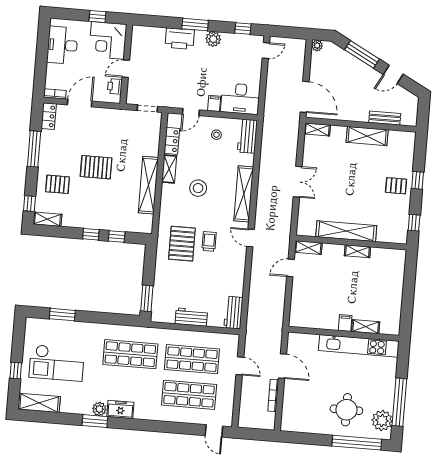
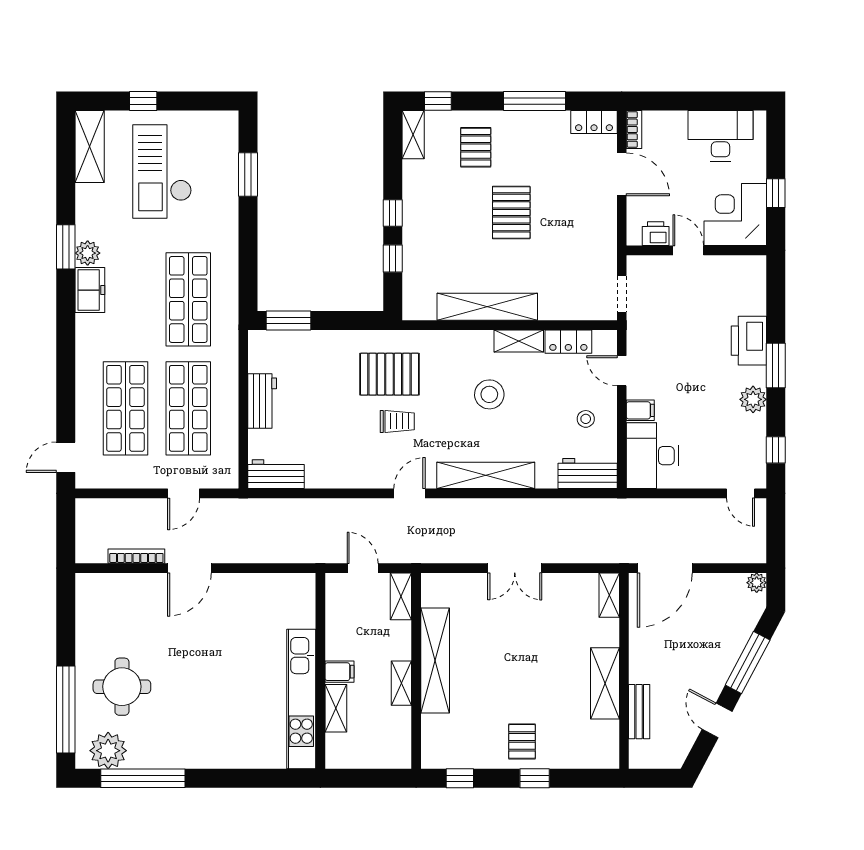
filing cabinet: (345, 323) -> (339, 672), moved
shelving: (366, 327) -> (336, 708), moved
wall: (344, 334) -> (320, 671), moved
kitchen unit: (359, 346) -> (301, 699), moved

